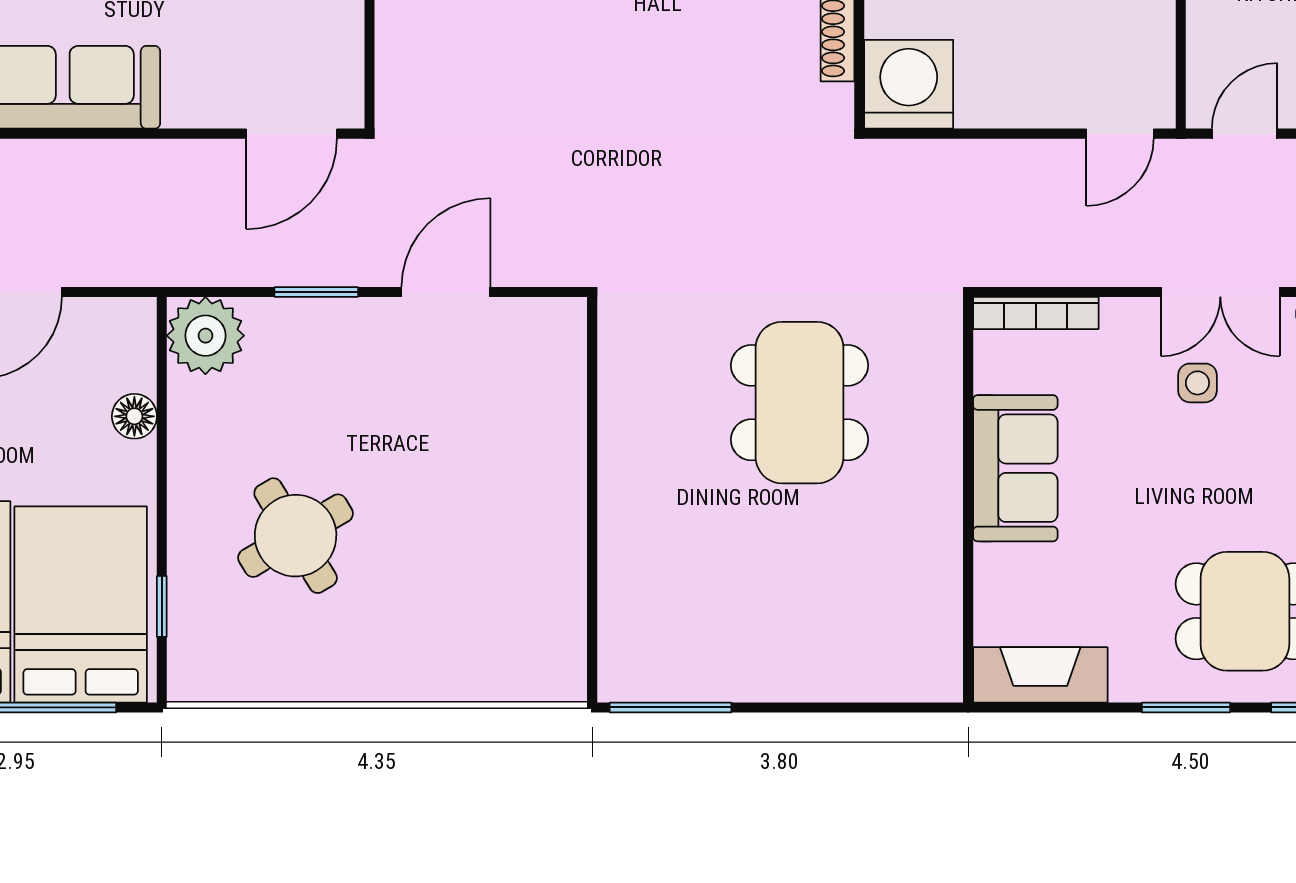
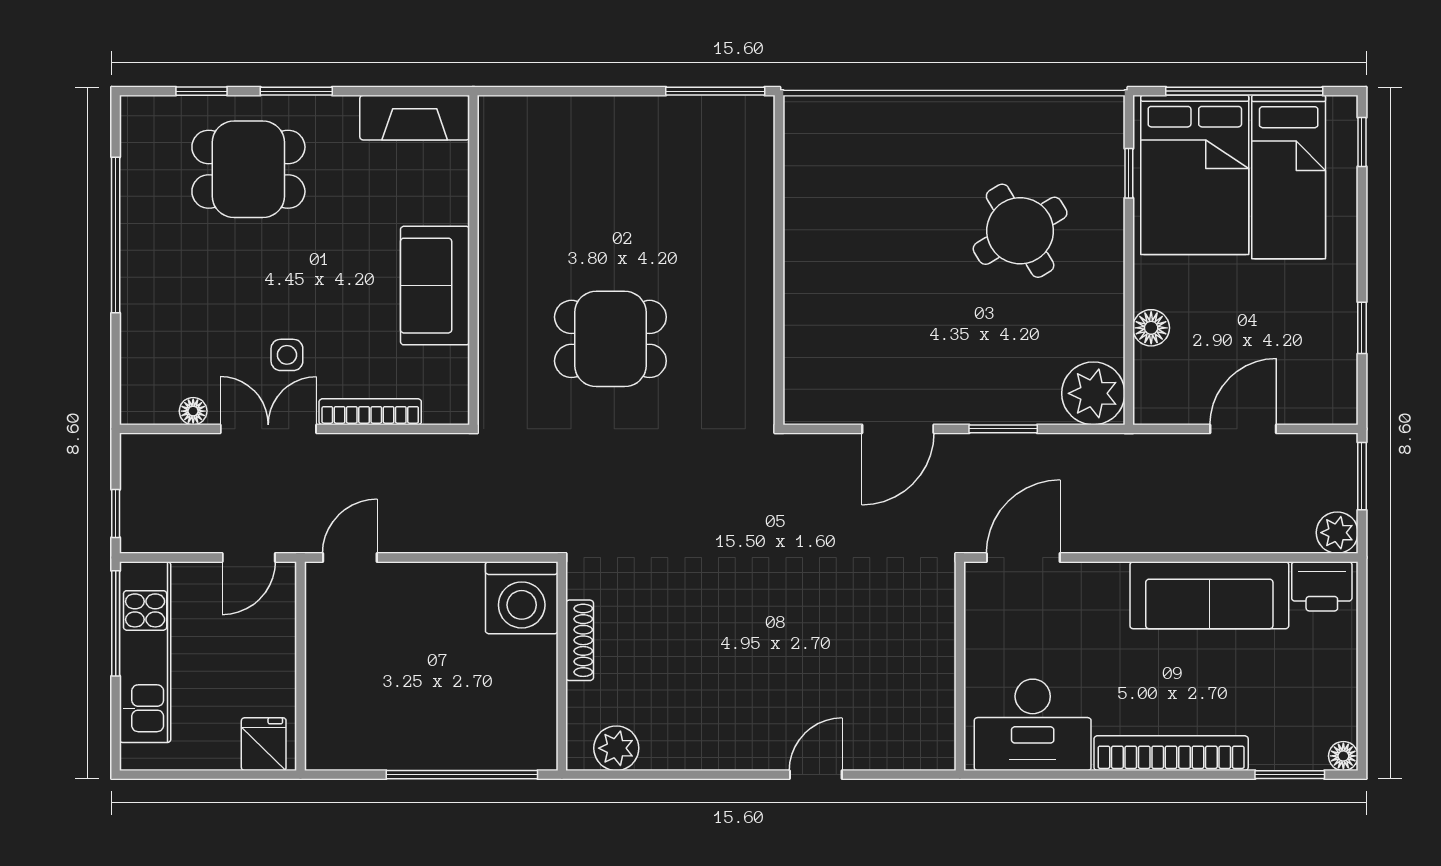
bookcase: (1036, 313) -> (370, 412), moved
dining table: (800, 403) -> (610, 339), width x0.73

